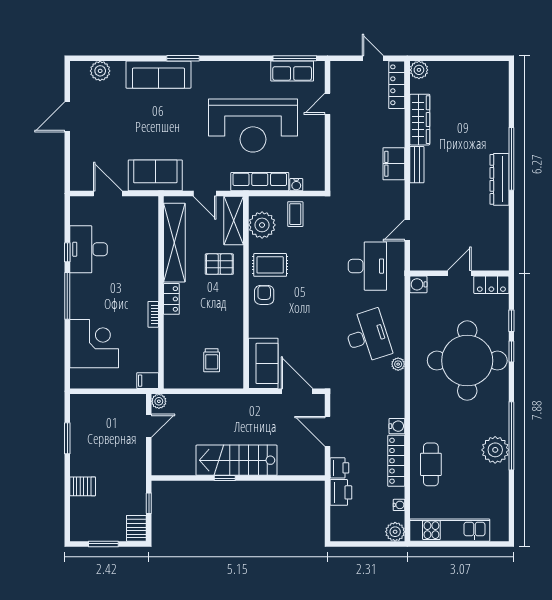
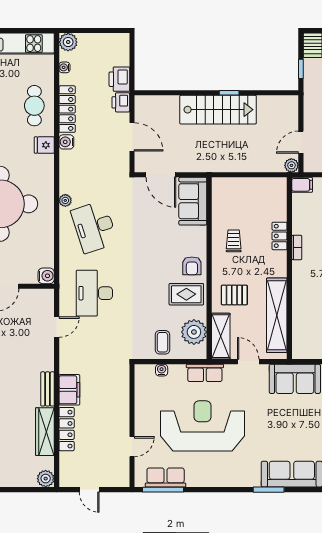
locker: (397, 85) -> (67, 429), moved
row of seats: (260, 182) -> (205, 373), width x0.68
locker: (171, 299) -> (280, 236), moved
trolley: (212, 360) -> (234, 241), moved
fridge: (420, 423) -> (44, 145), added

